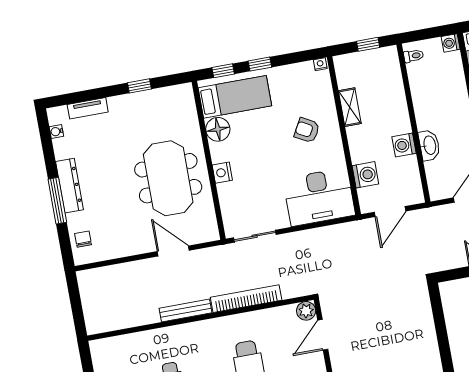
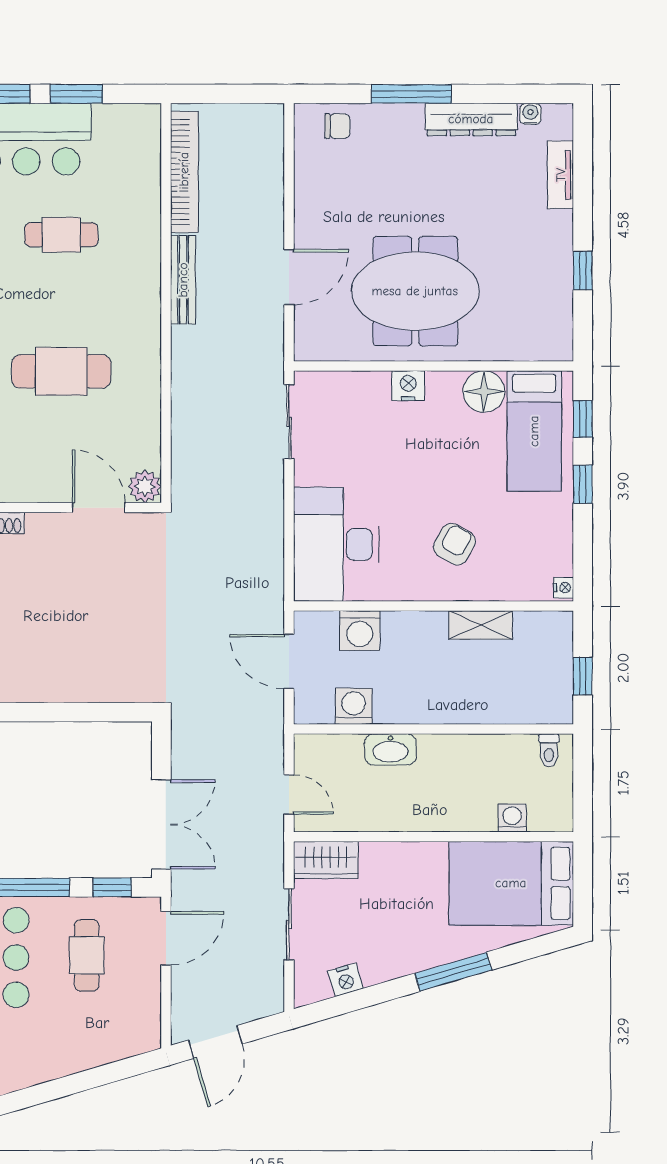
washing machine: (451, 43) -> (512, 818), moved
washing machine: (404, 145) -> (354, 706), moved
dresser: (69, 186) -> (471, 119), moved
bookcase: (246, 299) -> (184, 172), moved

